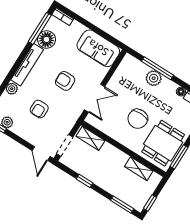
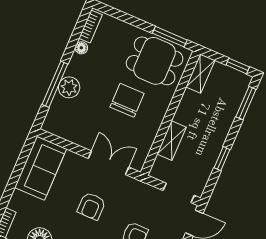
chair: (138, 119) -> (127, 100), turned -90
shelving: (90, 138) -> (172, 141), moved
shelving: (139, 169) -> (200, 74), moved

